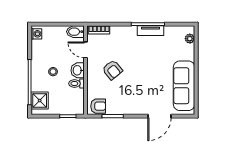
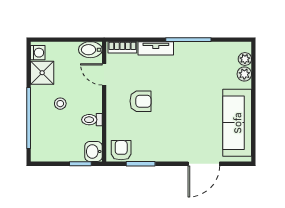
tv unit: (150, 31) -> (156, 48), moved
plant: (189, 50) -> (244, 74), added
washbasin: (78, 70) -> (93, 151), moved
armchair: (112, 70) -> (141, 101), turned -51
shower: (40, 100) -> (42, 73), moved
armchair: (98, 106) -> (121, 150), turned -90

